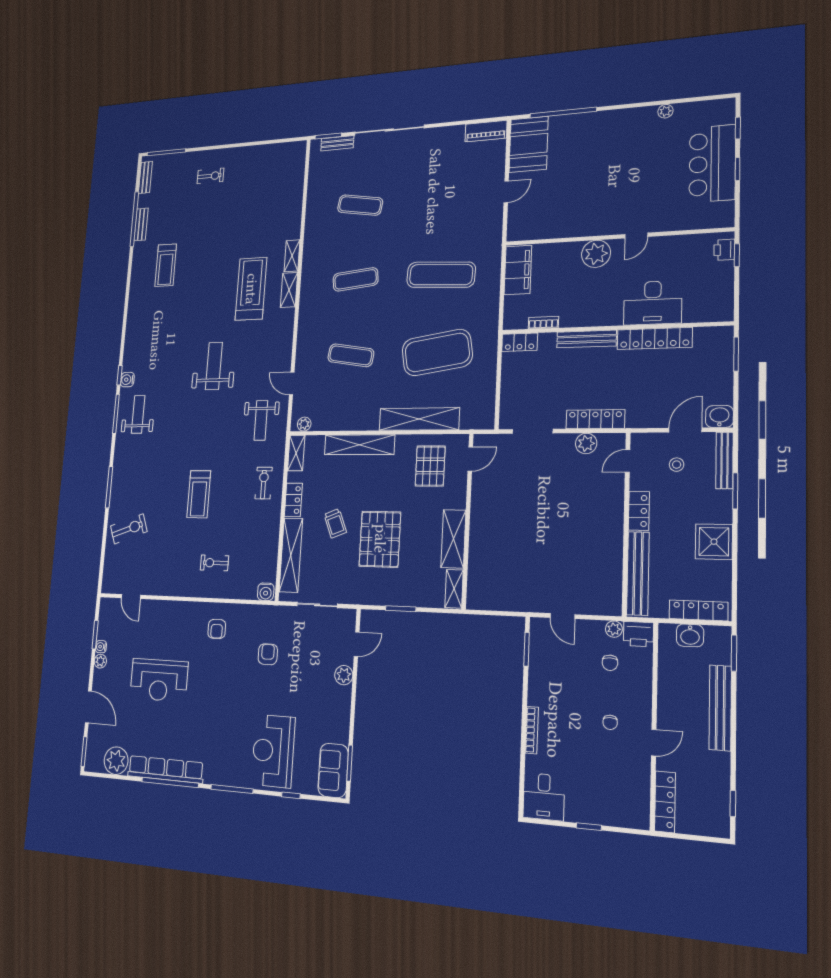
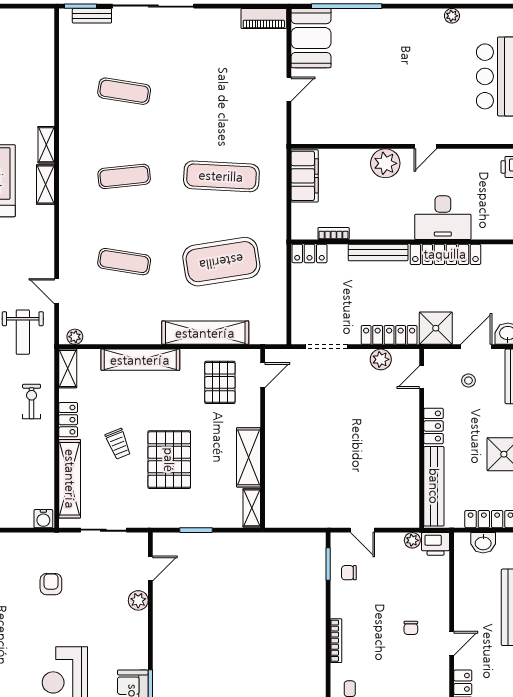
shower: (643, 412) -> (436, 328), added
chair: (610, 663) -> (349, 573), moved, turned 90

